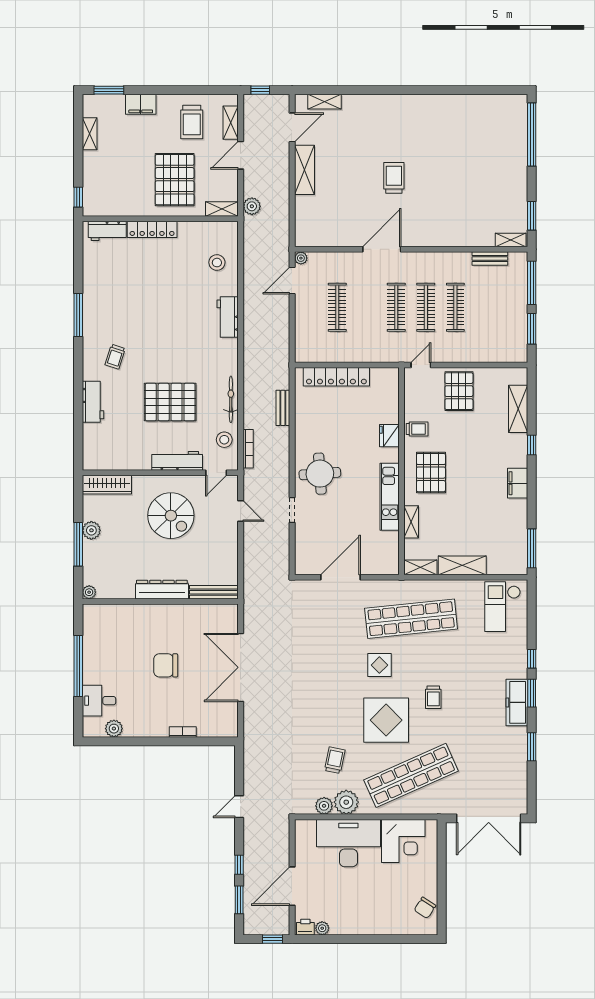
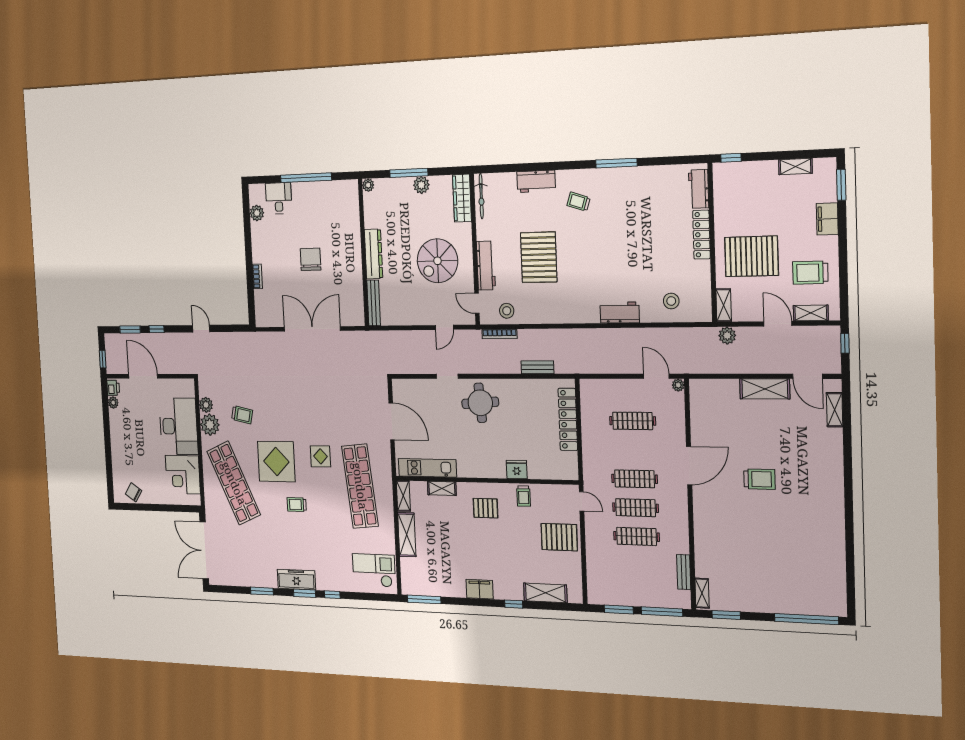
door: (382, 249) -> (689, 466), hinge flipped
bicycle: (231, 399) -> (481, 196), moved, turned 90
pallet: (431, 473) -> (485, 508), width x0.67, depth x0.71
kitchen unit: (390, 497) -> (427, 468), moved

